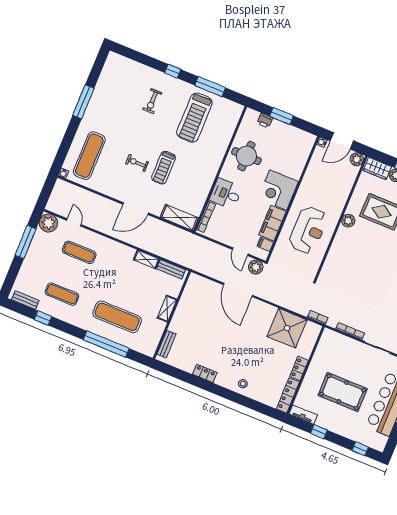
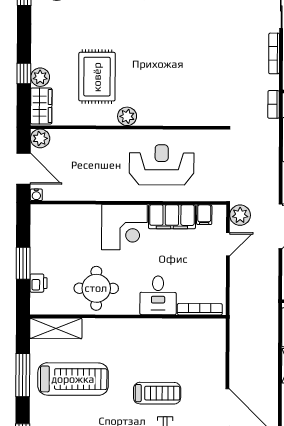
shelving: (179, 218) -> (56, 328), moved, turned 90

